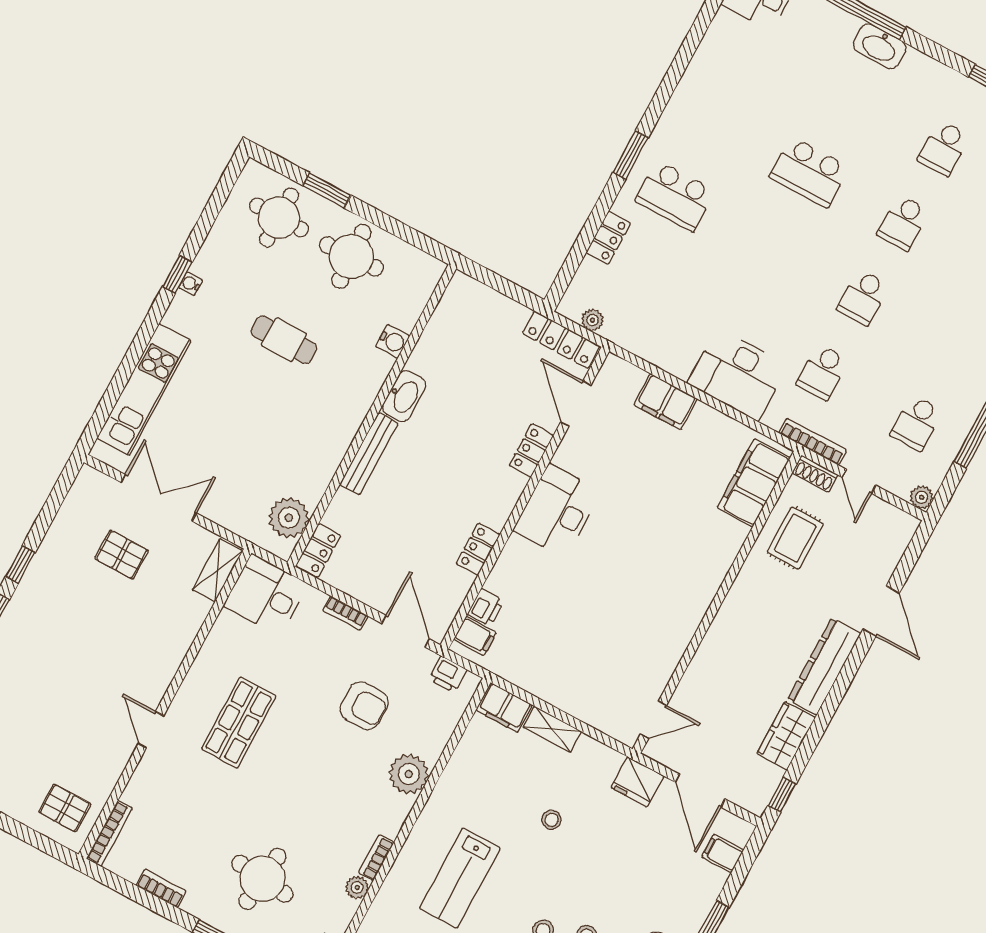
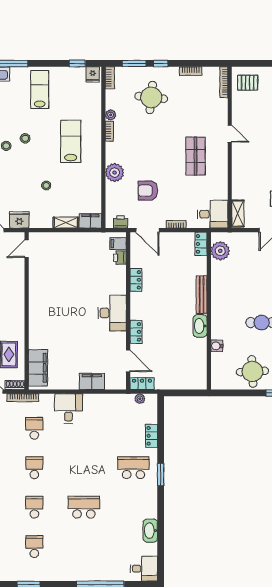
washbasin: (880, 46) -> (150, 531), moved, turned -90
locker: (561, 340) -> (142, 384), width x0.66
desk: (738, 375) -> (68, 409), width x0.73

